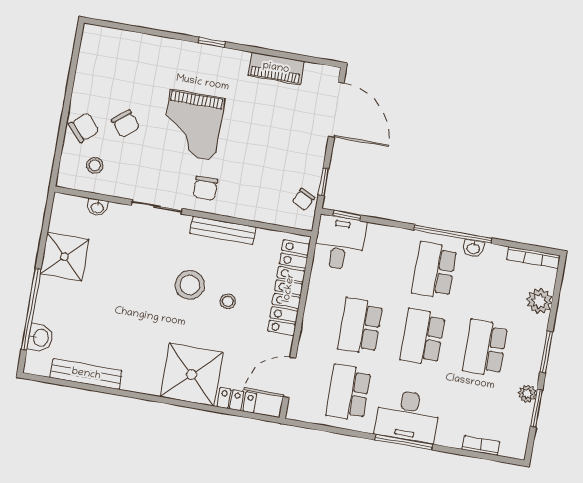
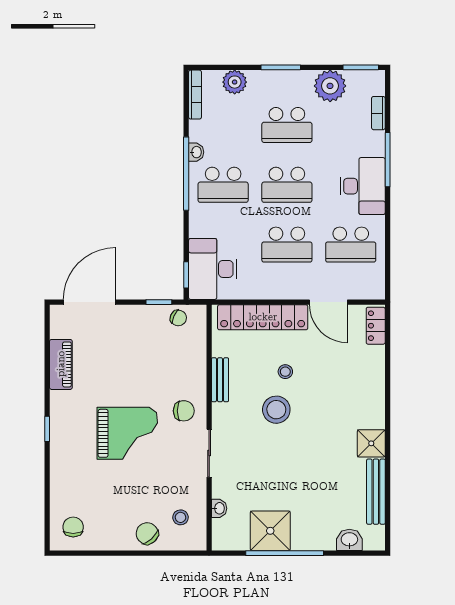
chair: (126, 124) -> (73, 527), moved, turned -51
bench: (223, 230) -> (220, 380), width x0.73
desk: (340, 243) -> (213, 269), width x1.37
window: (31, 309) -> (285, 553), moved
shower: (192, 375) -> (371, 443), moved, width x0.54, depth x0.54
door: (289, 377) -> (328, 302), moved
plant: (527, 394) -> (330, 86), width x1.88, depth x1.88
locker: (237, 400) -> (376, 326), moved
window: (536, 408) -> (361, 67), moved
window: (404, 442) -> (388, 160), moved

